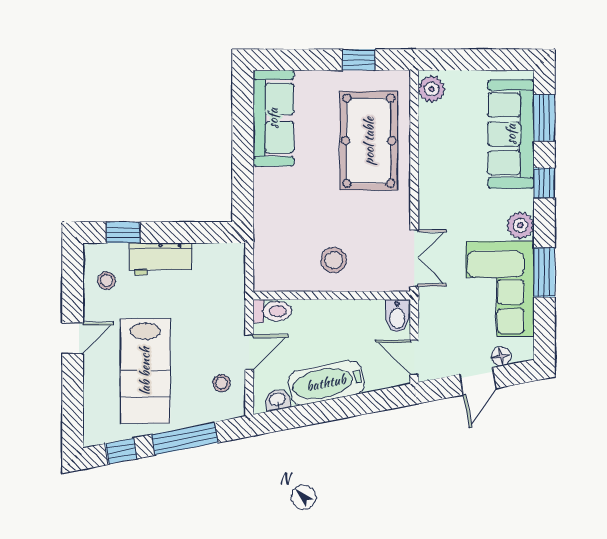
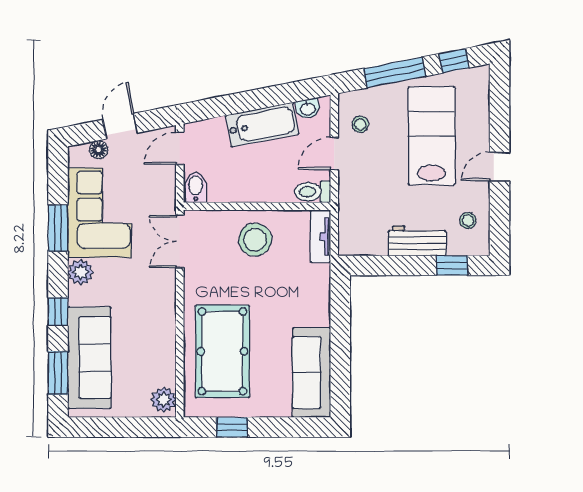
stool: (334, 260) -> (255, 240), width x1.38, depth x1.38
tv unit: (264, 264) -> (321, 236), added
door: (414, 358) -> (180, 148), swing flipped

